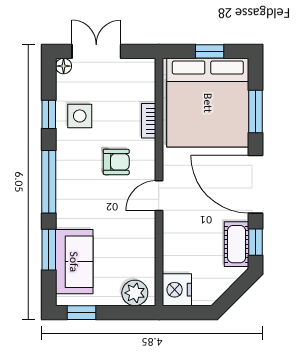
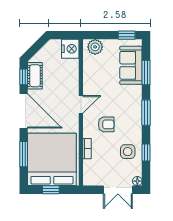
armchair: (116, 162) -> (106, 124), turned 180
window: (49, 182) -> (146, 113), width x0.69

